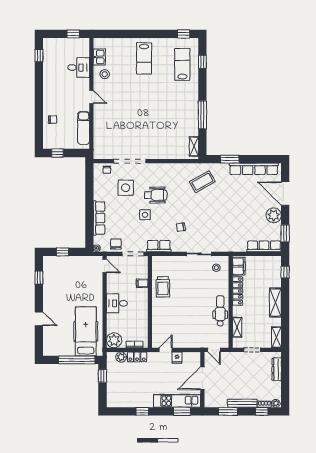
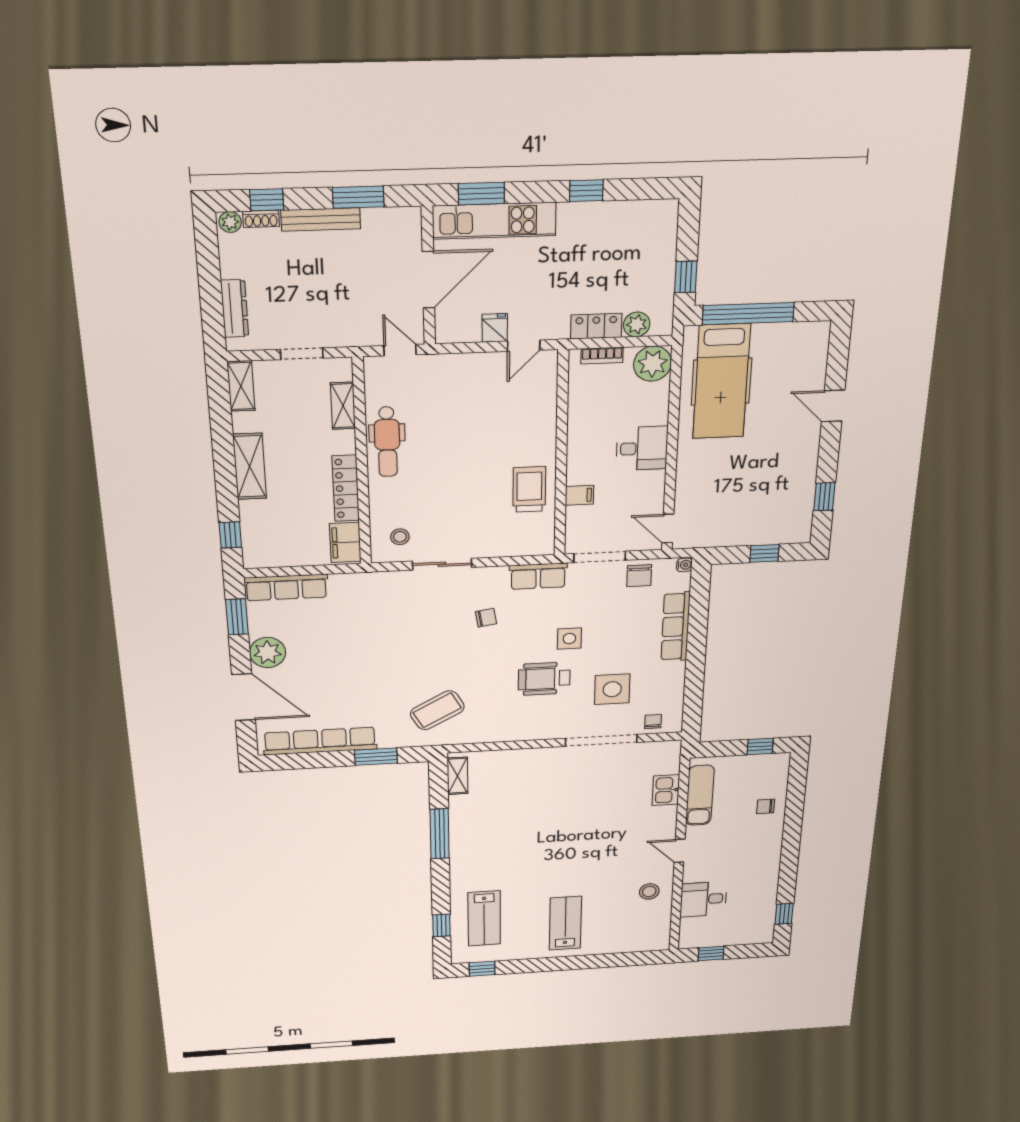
kitchen sink: (99, 57) -> (666, 790), moved

